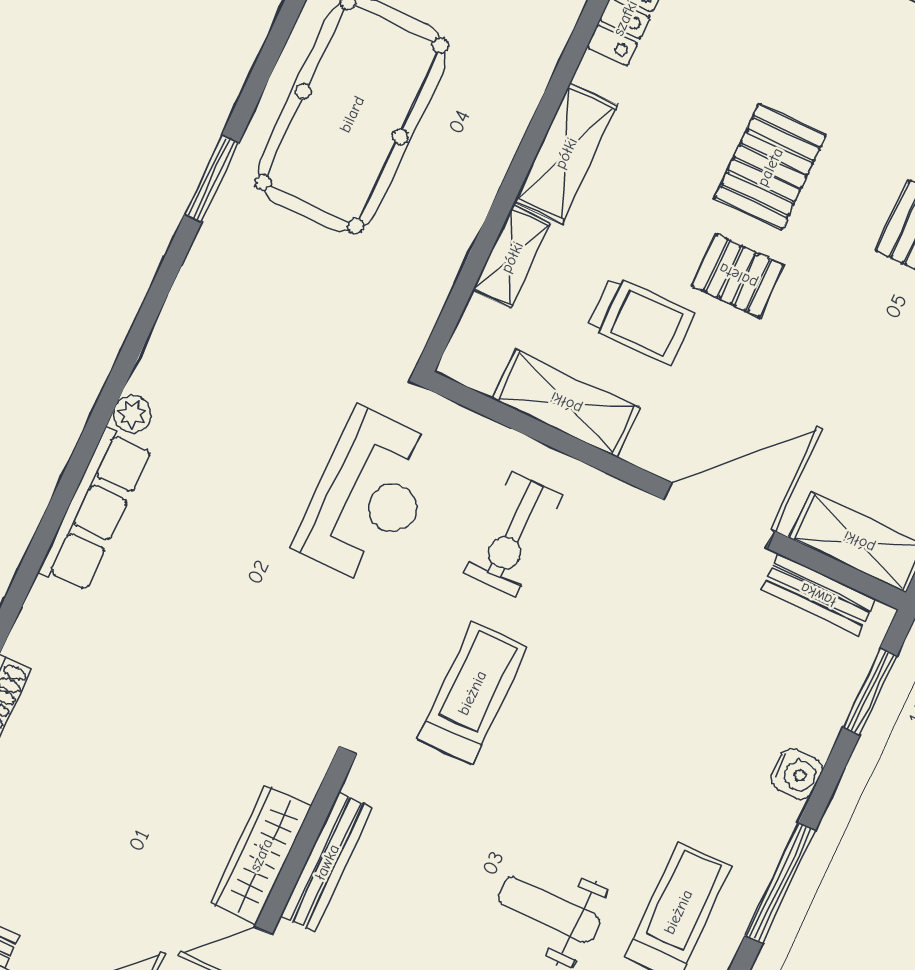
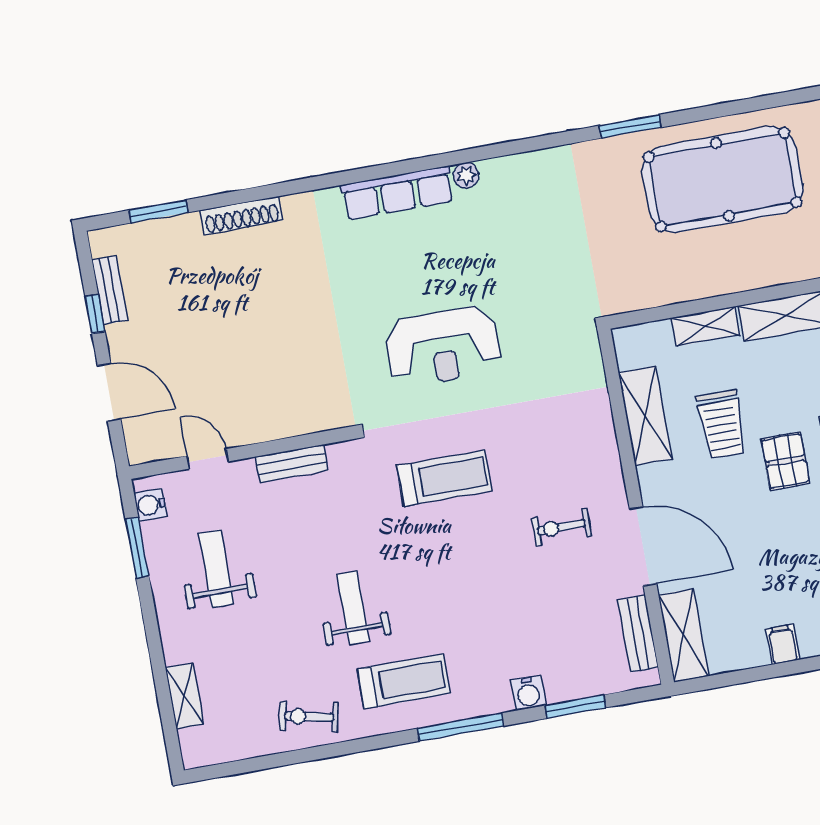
reception desk: (369, 497) -> (443, 346), moved
exercise bike: (513, 534) -> (561, 527), moved, width x0.73, depth x0.72
window: (870, 692) -> (575, 707), moved
wardrobe: (261, 855) -> (269, 424), removed
bench: (327, 862) -> (292, 464), width x0.73

